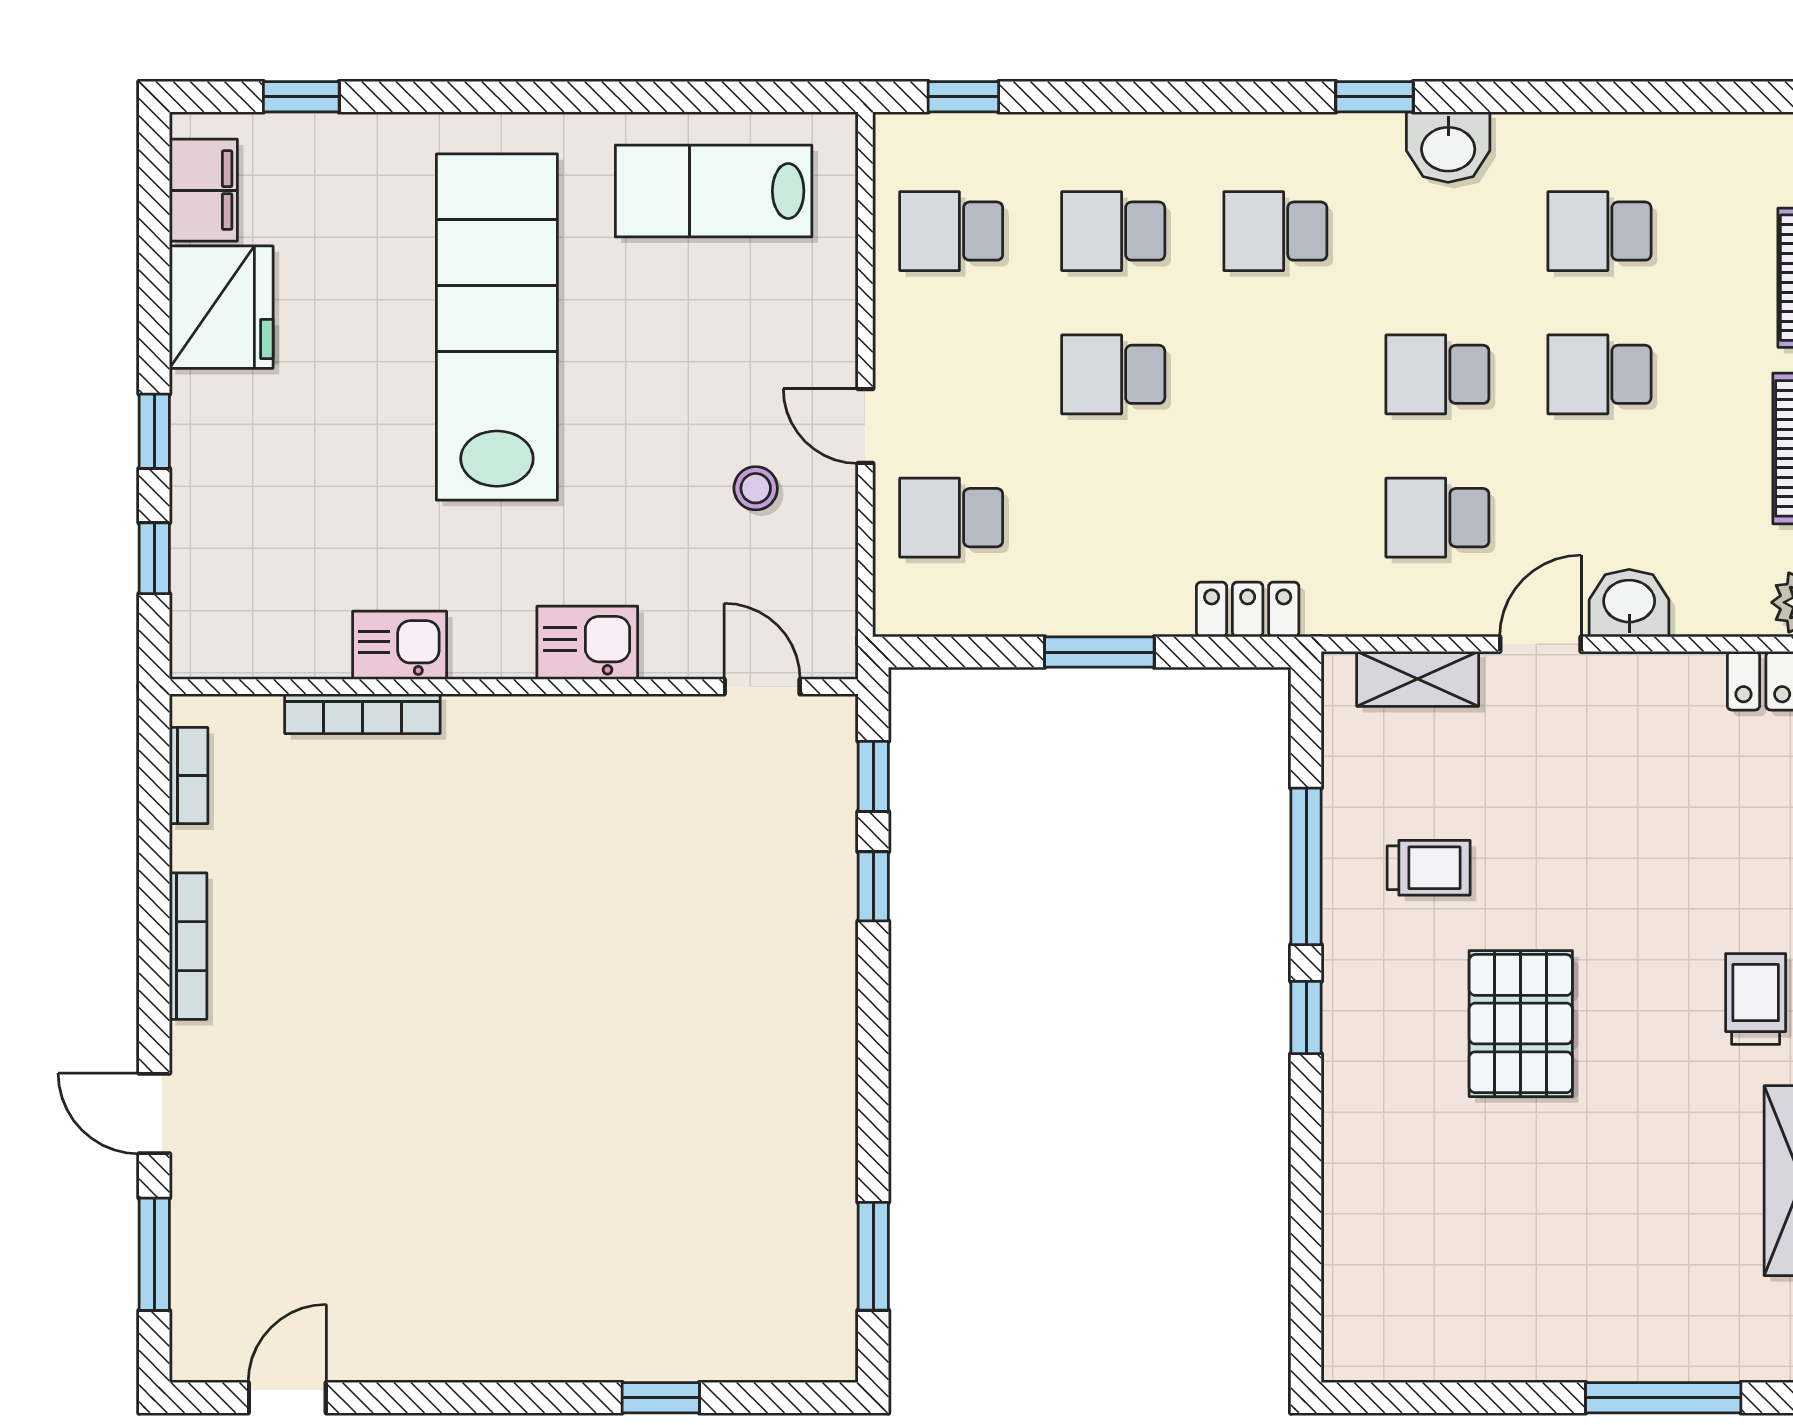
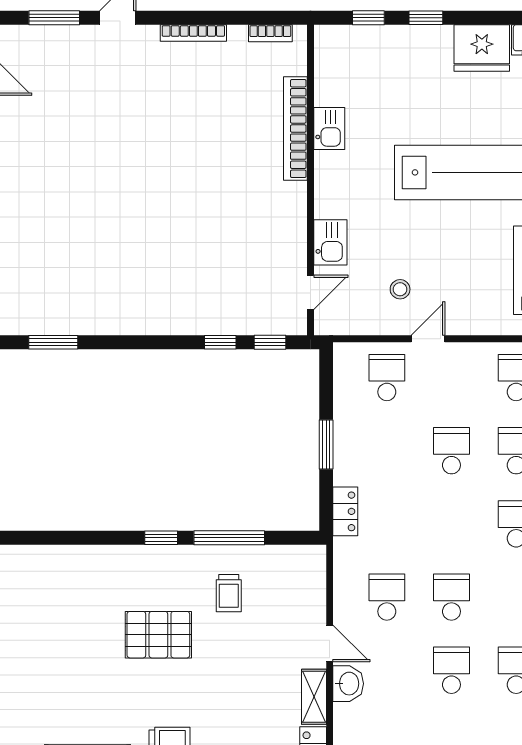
kitchen sink: (587, 643) -> (330, 242), moved
shelving: (1418, 679) -> (314, 697), moved
bookcase: (362, 714) -> (295, 129), width x1.48, depth x1.31

